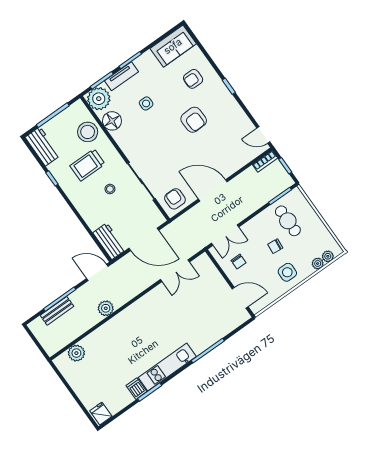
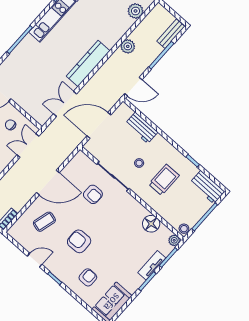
plant: (99, 99) -> (174, 240), width x0.53, depth x0.53
side table: (146, 103) -> (124, 246), removed
stool: (88, 132) -> (184, 229), moved, width x0.53, depth x0.53
door: (263, 135) -> (35, 260), moved
coffee table: (226, 149) -> (44, 222), added
armchair: (175, 199) -> (93, 194), moved
workbench: (109, 241) -> (142, 128), moved
plant: (106, 308) -> (128, 46), moved
kitchen counter: (140, 308) -> (88, 64), added
bench: (57, 311) -> (171, 34), moved

